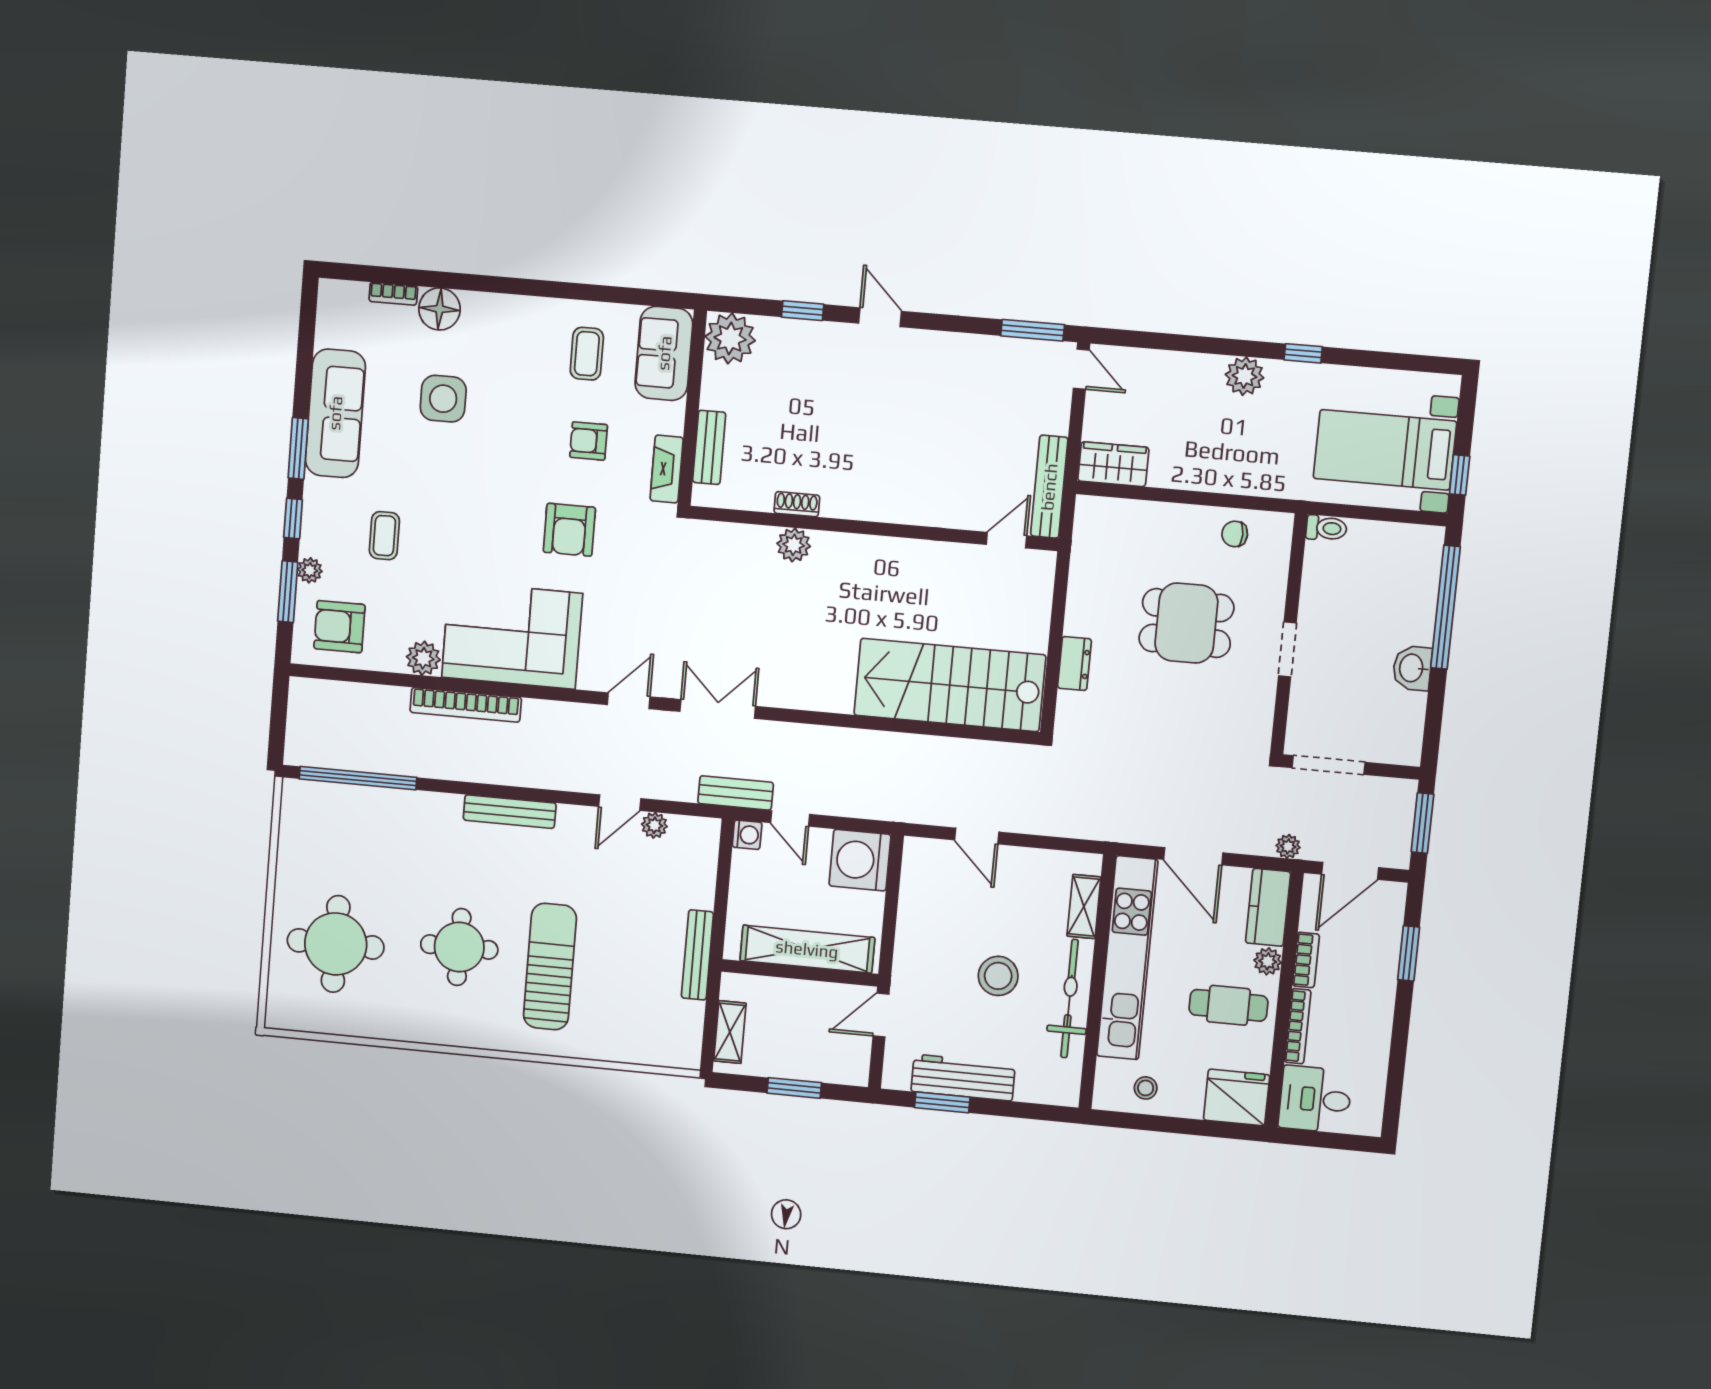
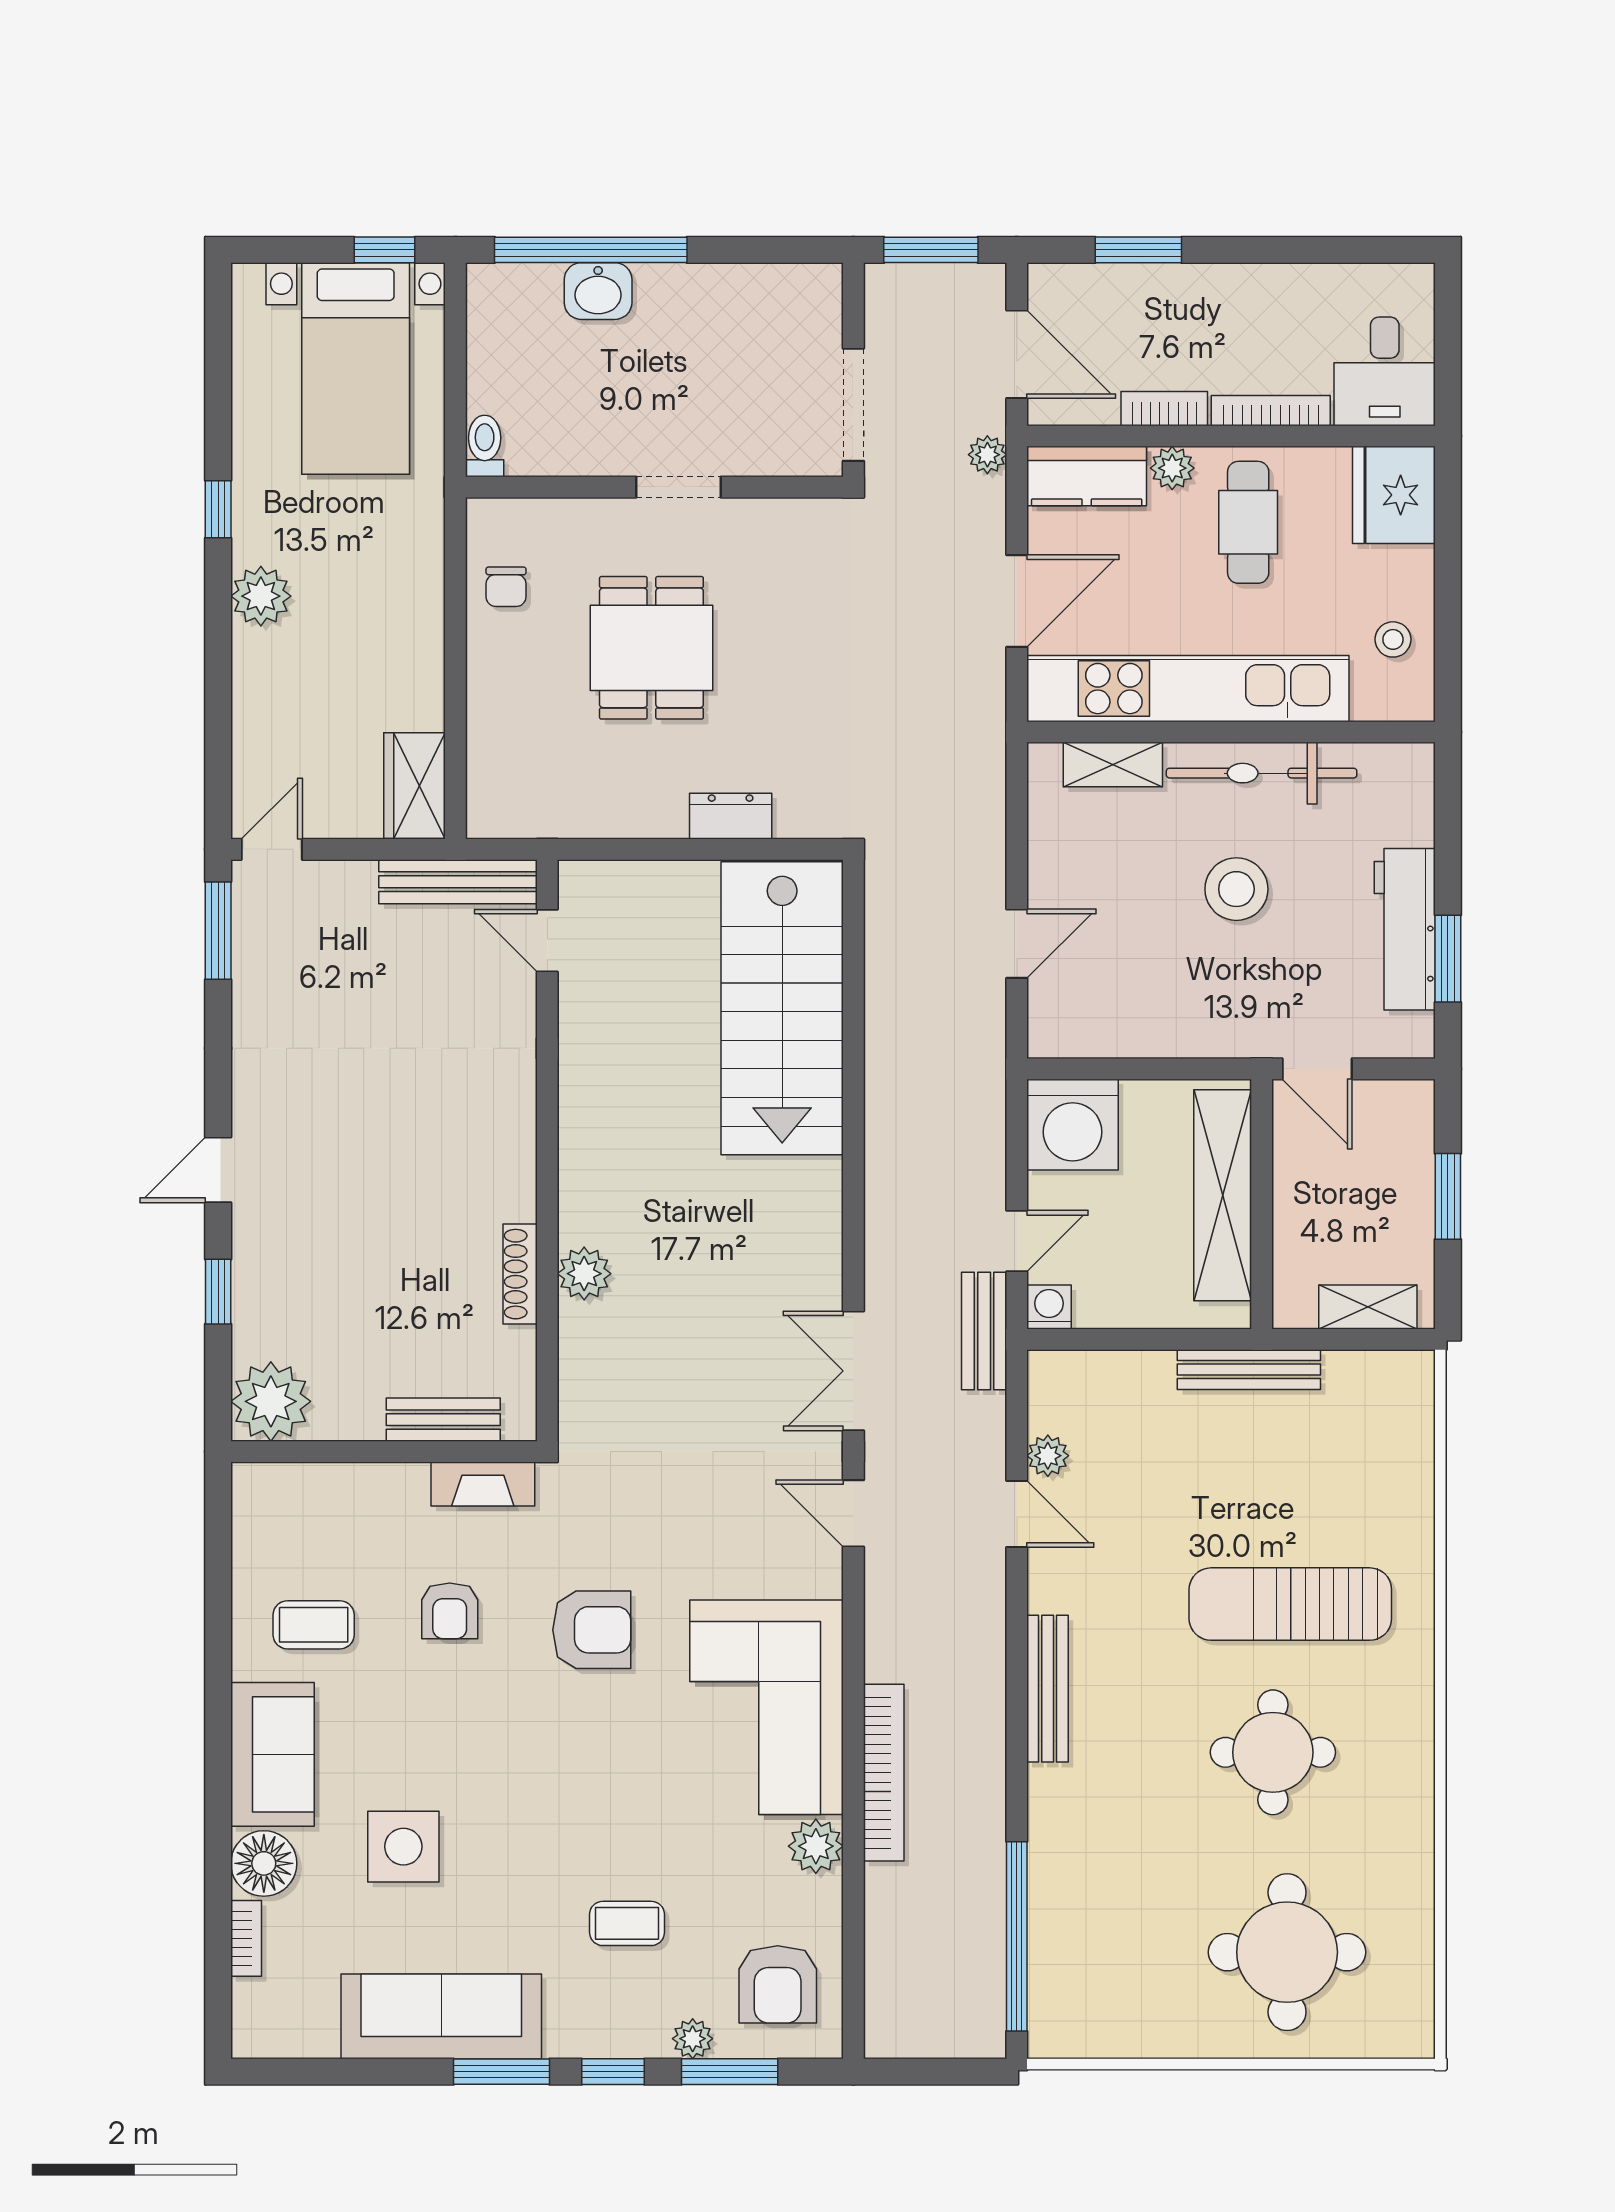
sofa: (664, 353) -> (273, 1754), moved, turned -90
shoe rack: (797, 504) -> (520, 1274), width x1.43
washbasin: (1412, 668) -> (598, 291), moved

